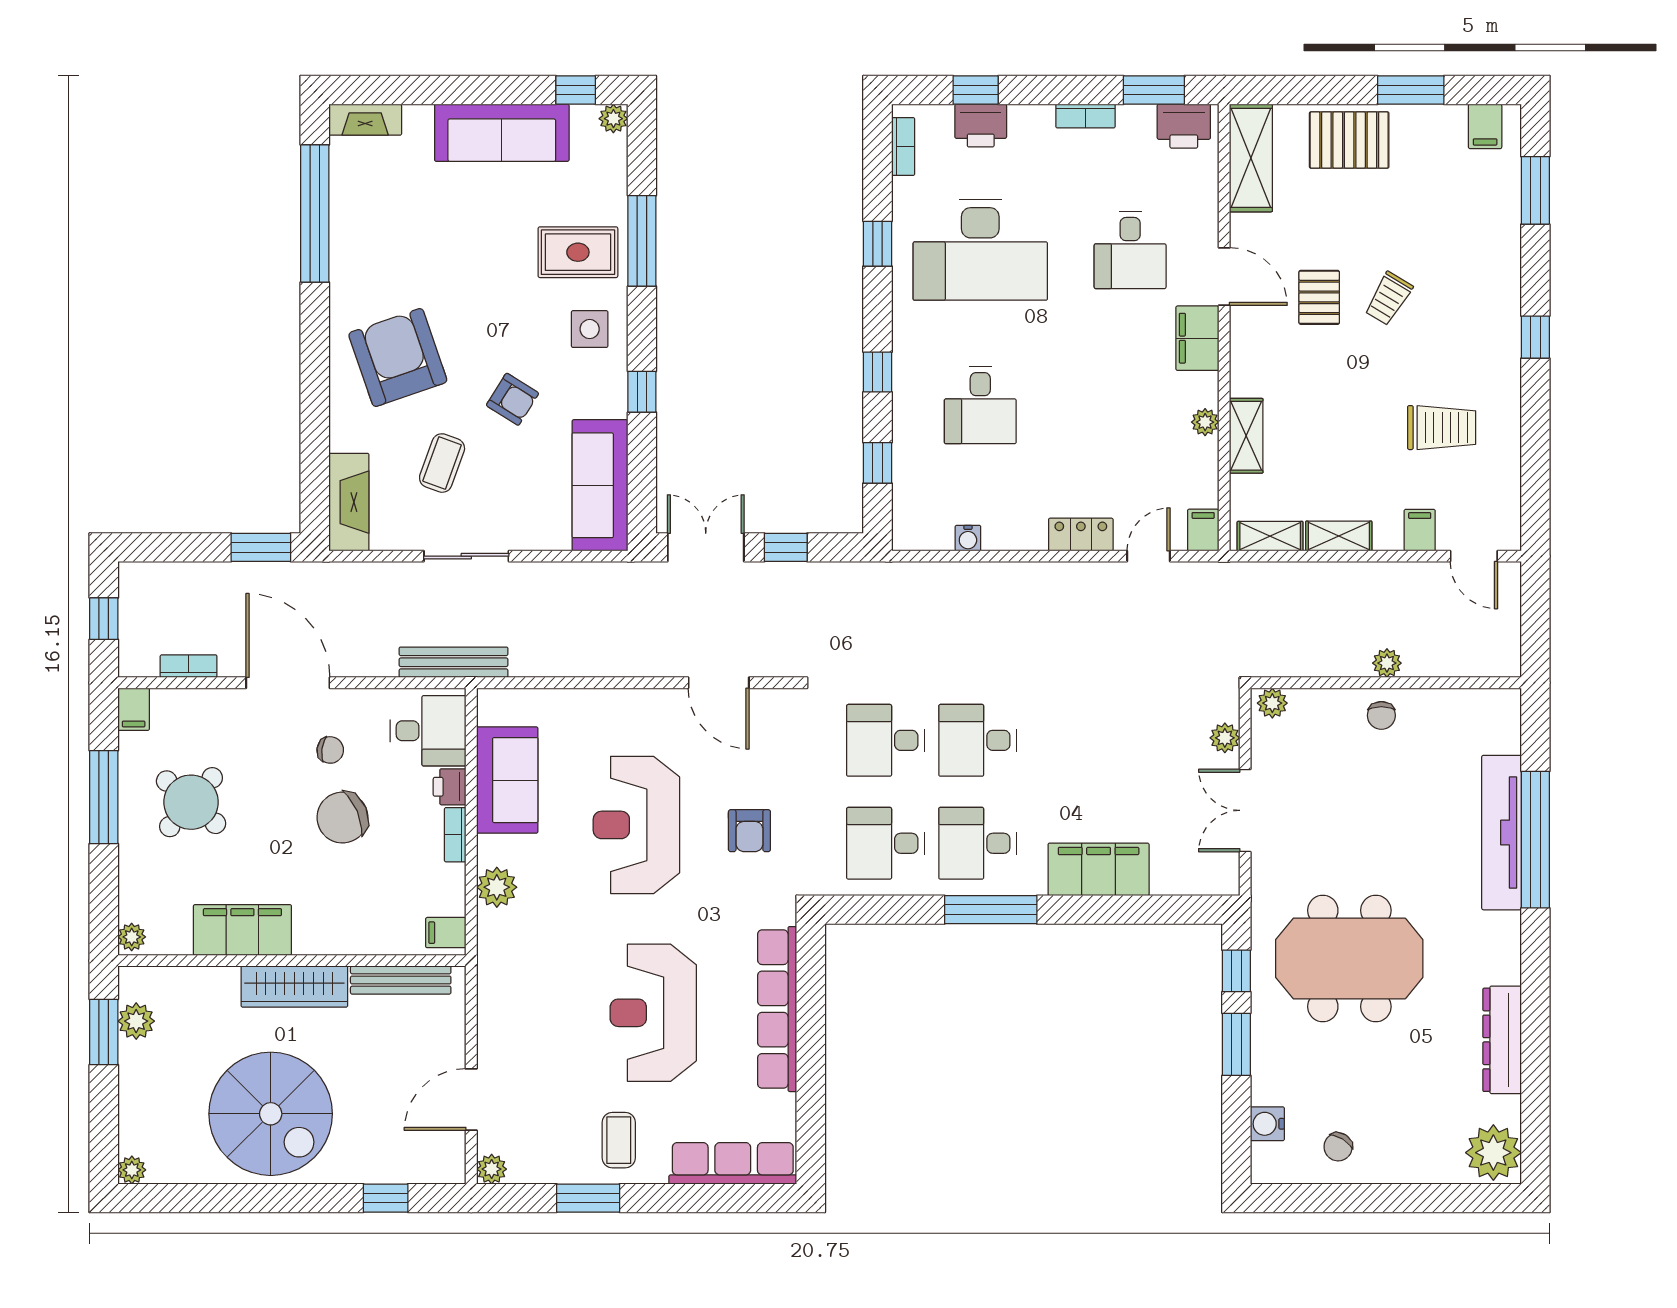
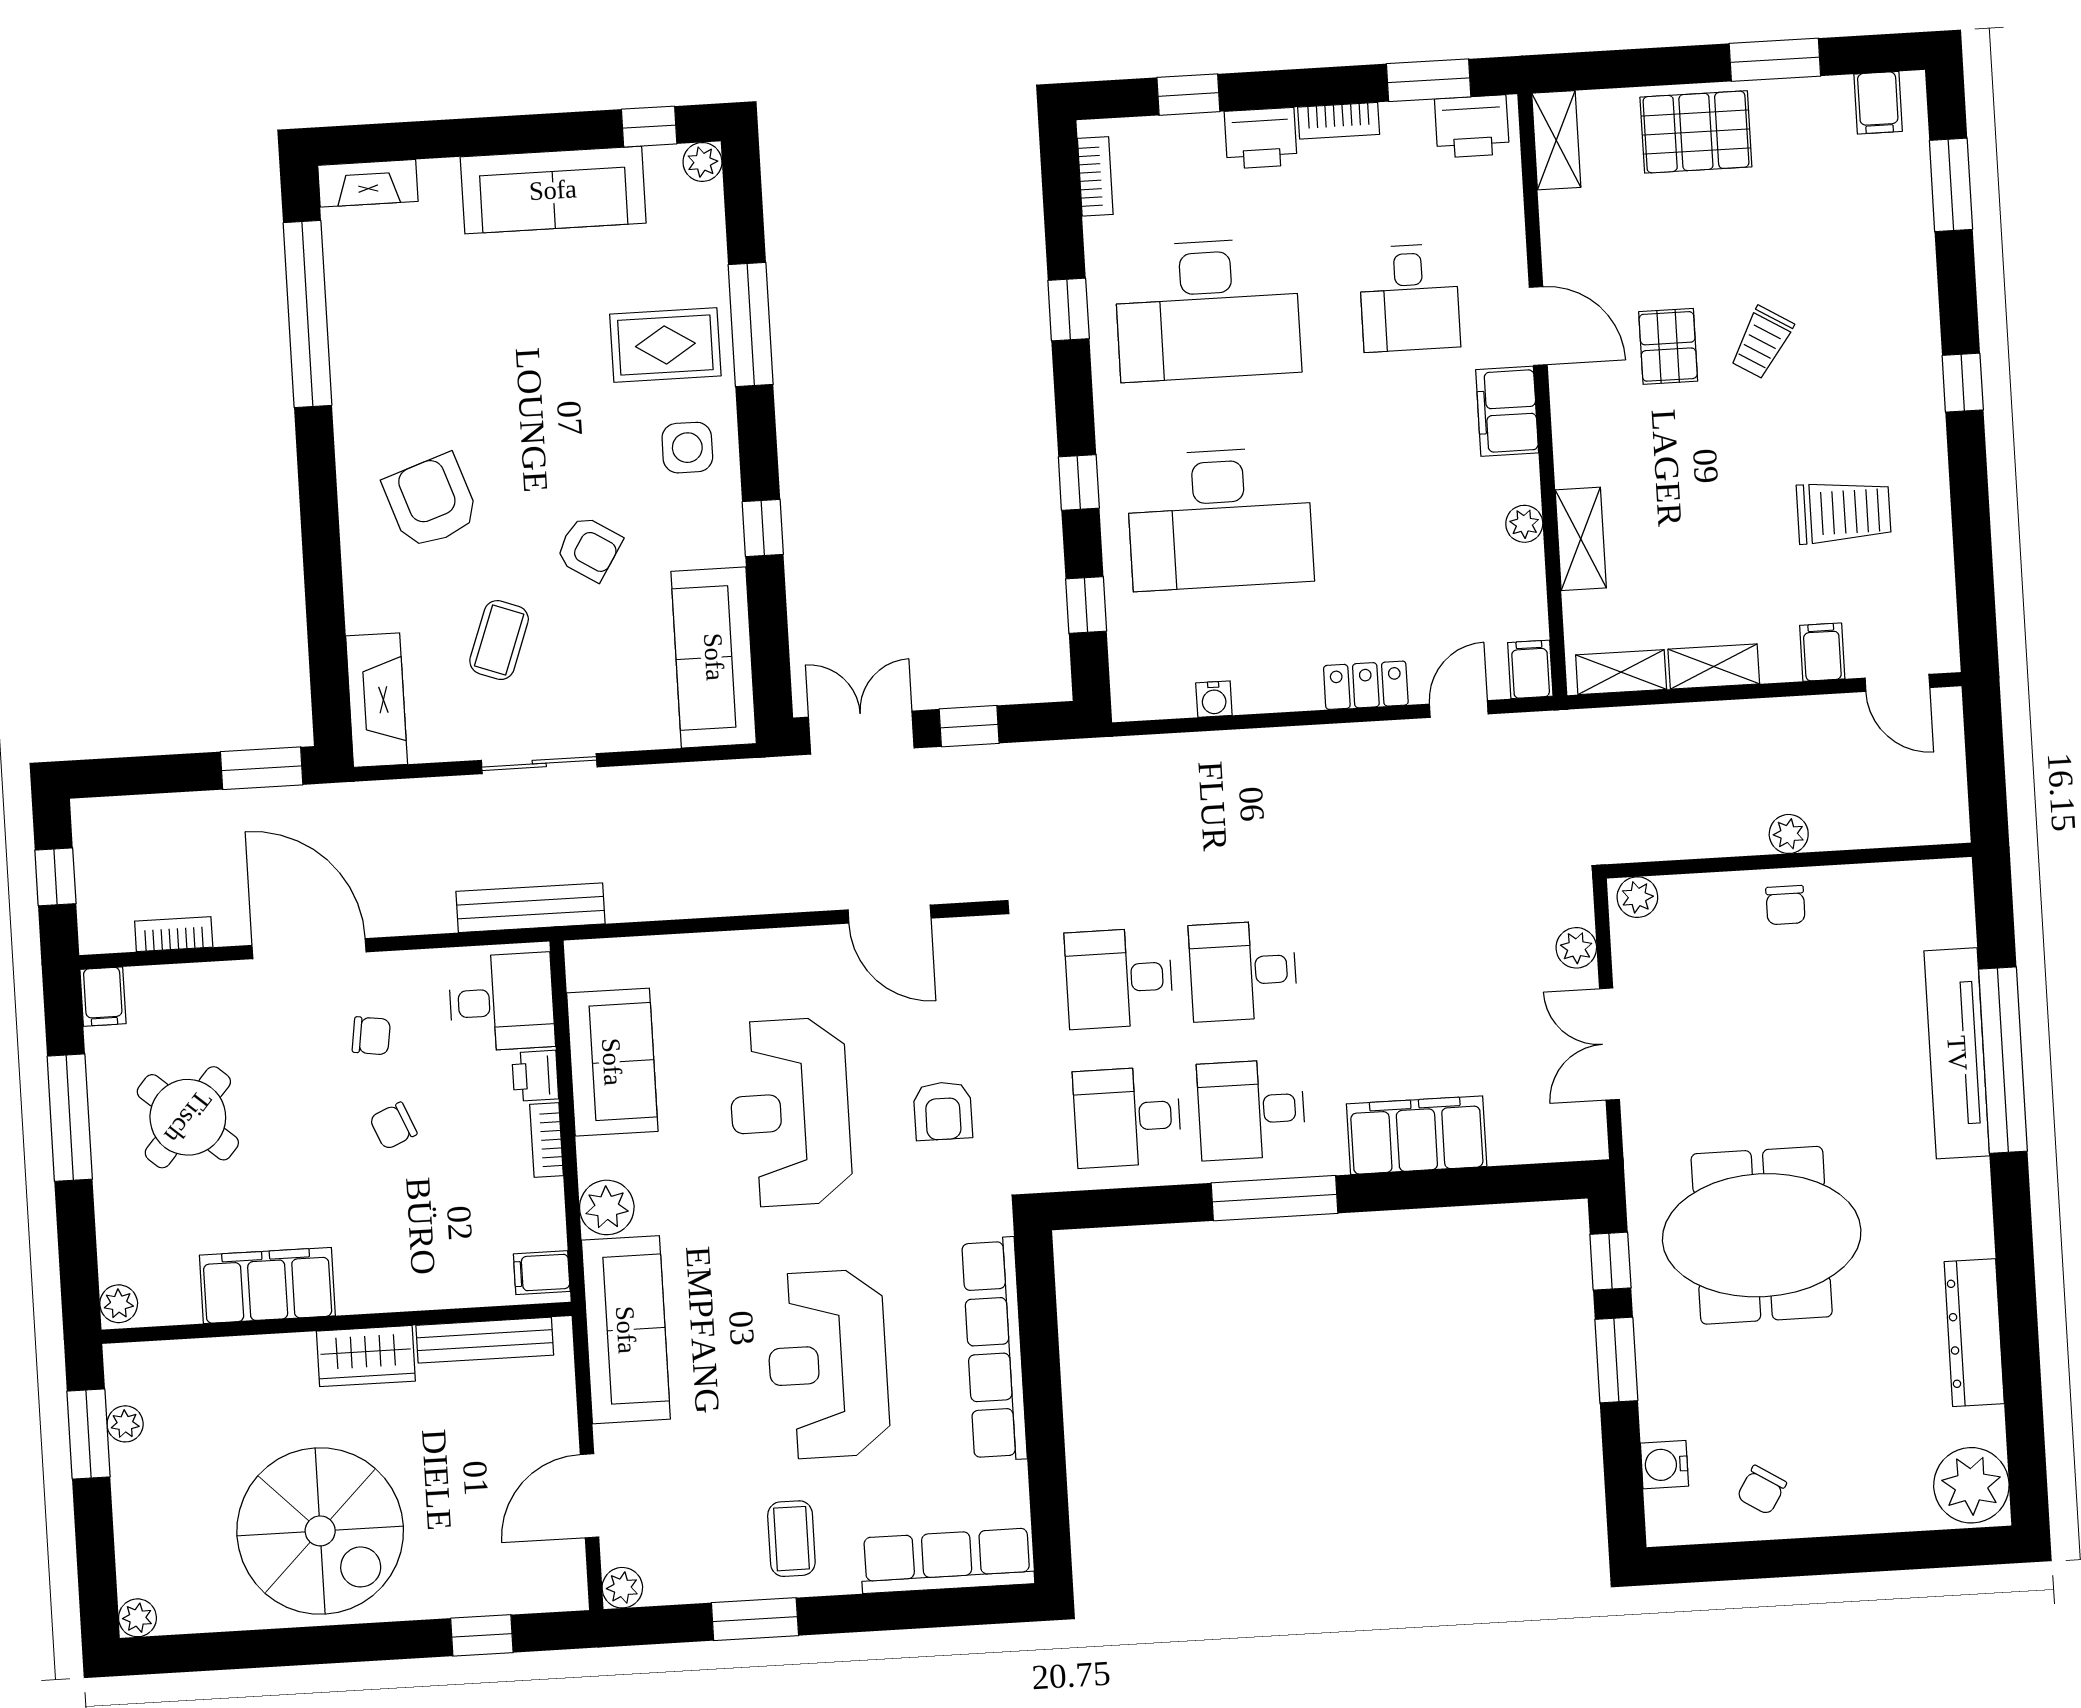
printer: (981, 125) -> (1261, 138), moved
shelving: (1251, 158) -> (1556, 140), width x0.67, depth x0.75
armchair: (398, 357) -> (431, 501), width x0.73, depth x0.73
desk: (980, 405) -> (1220, 519), width x1.87, depth x1.30
chair: (342, 818) -> (393, 1126), width x0.54, depth x0.54
sofa: (506, 978) -> (626, 1330), added
wardrobe: (294, 987) -> (366, 1356), width x0.67
plant: (136, 1021) -> (125, 1424), width x0.73, depth x0.73

